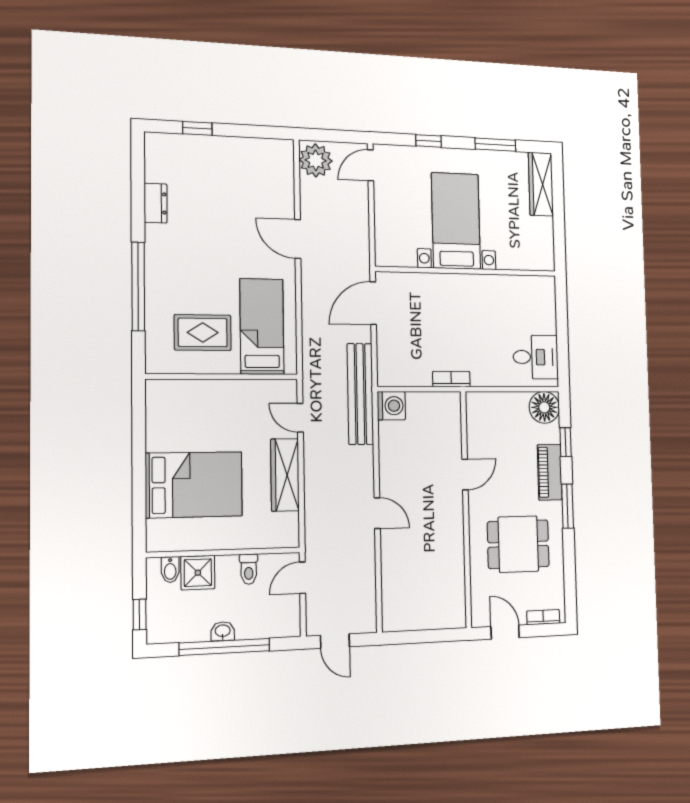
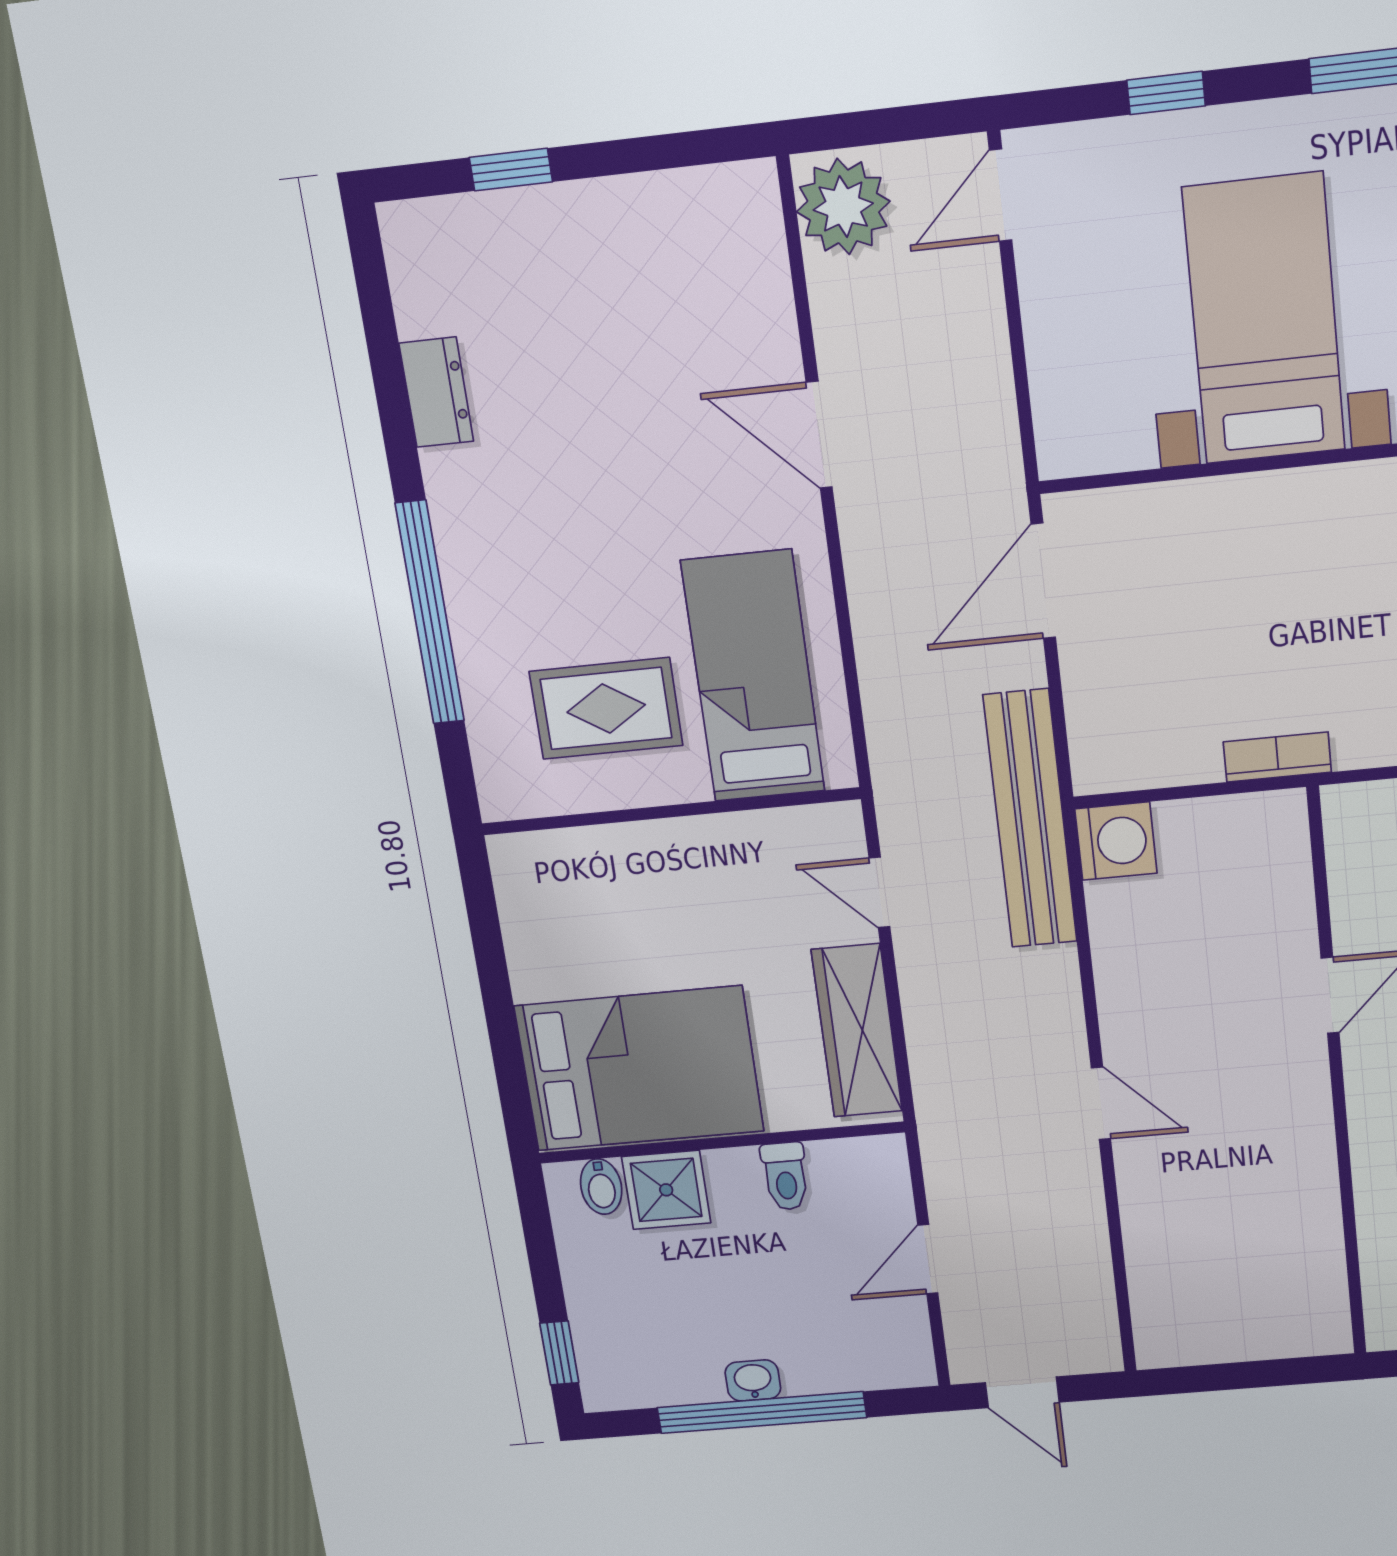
wall: (224, 552) -> (721, 1143), moved
toilet: (249, 569) -> (785, 1176), moved
bidet: (170, 570) -> (601, 1187), moved
shower: (198, 573) -> (666, 1190), moved

